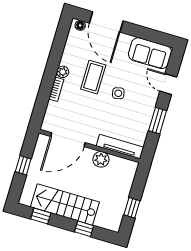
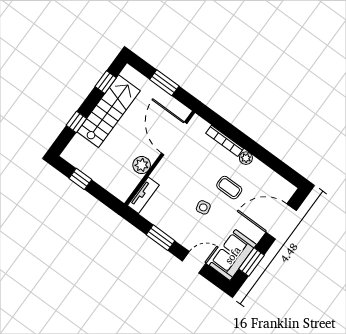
floor lamp: (80, 25) -> (287, 193), removed
window: (150, 35) -> (251, 262), added
coffee table: (93, 77) -> (229, 188), width x0.73, depth x0.77
bookcase: (56, 89) -> (225, 141), width x1.56
tv unit: (120, 147) -> (143, 195), width x0.71
window: (23, 165) -> (164, 83), width x1.50

